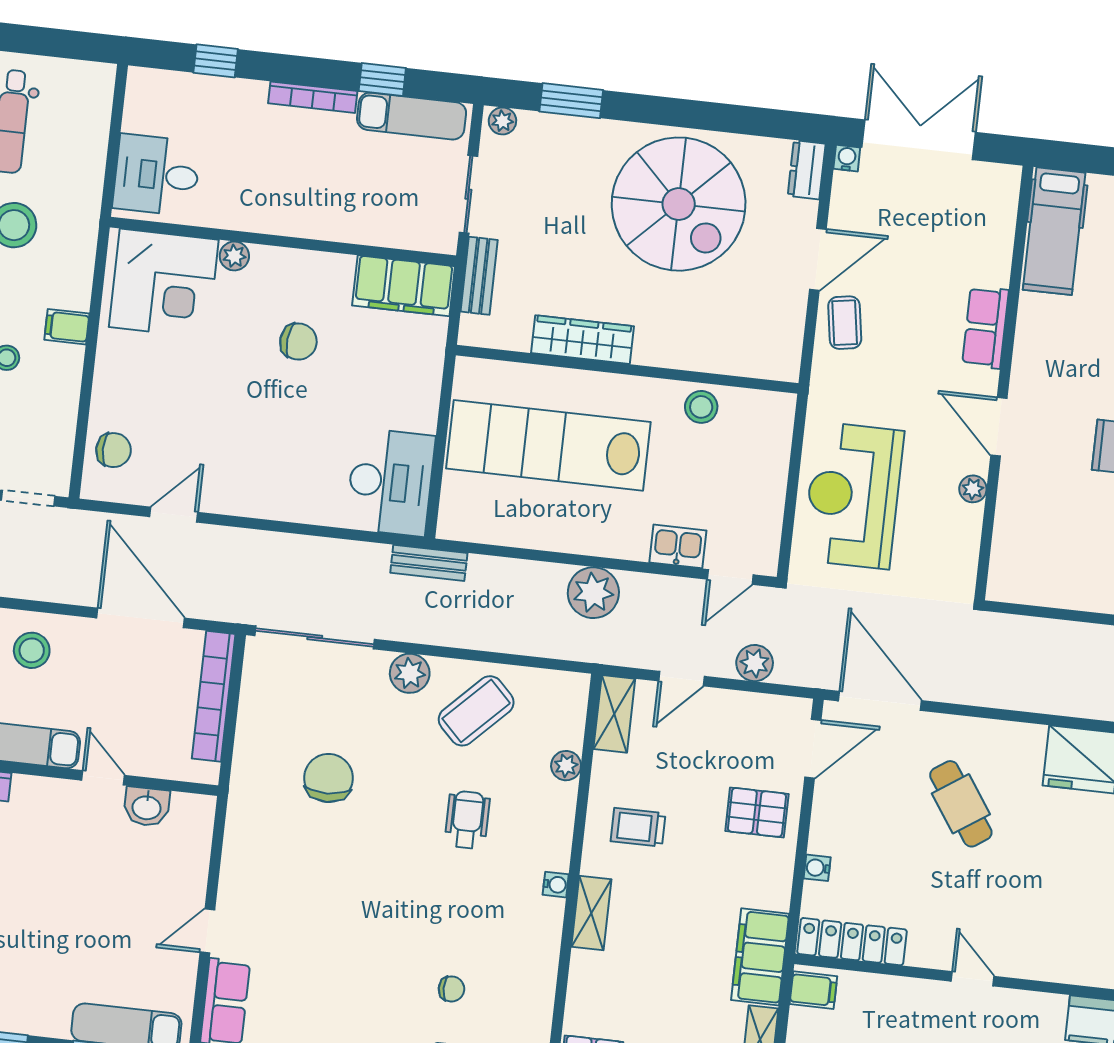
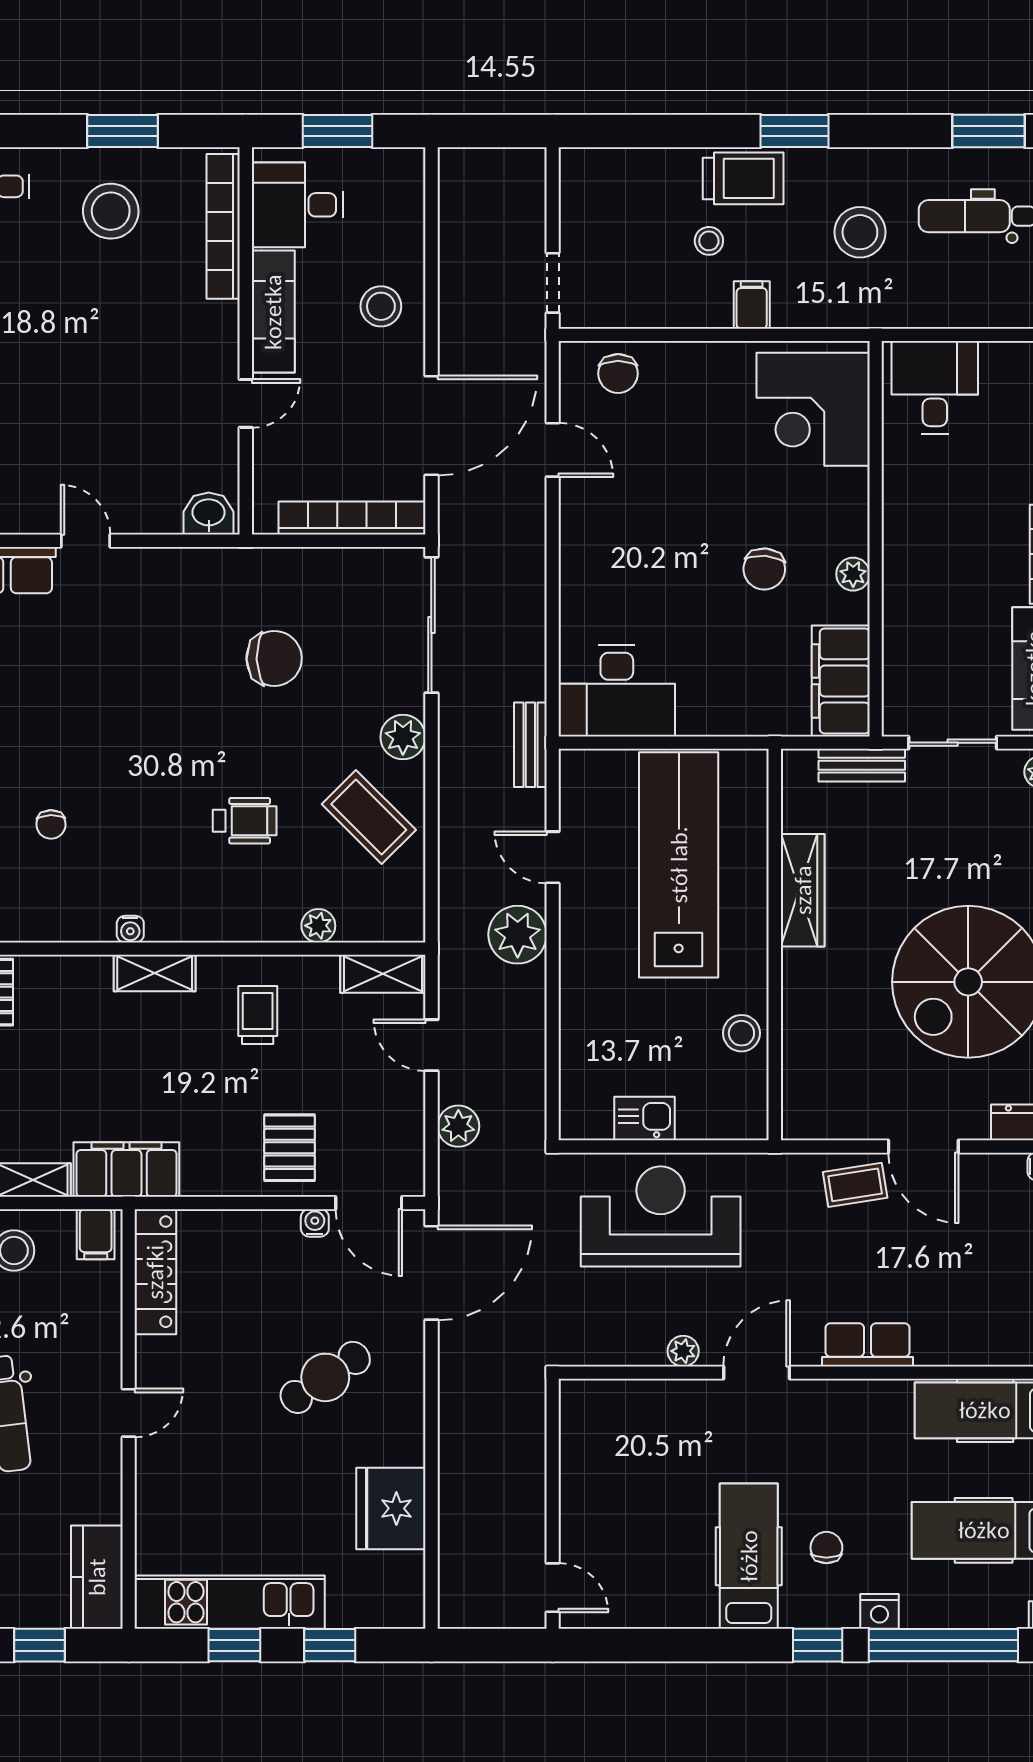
plant: (234, 256) -> (853, 574), moved
kitchen sink: (678, 546) -> (645, 1119), moved, turned -90
door: (730, 577) -> (553, 857), moved
washbasin: (147, 807) -> (209, 514), moved, turned 90
water cooler: (817, 868) -> (315, 1223), moved
water cooler: (556, 885) -> (130, 929), moved

